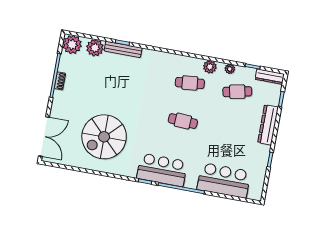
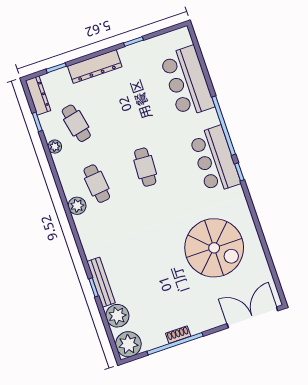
plant: (210, 67) -> (77, 206), moved

